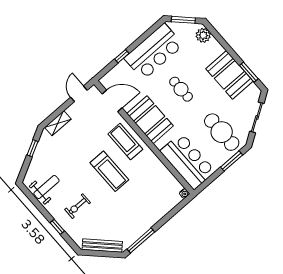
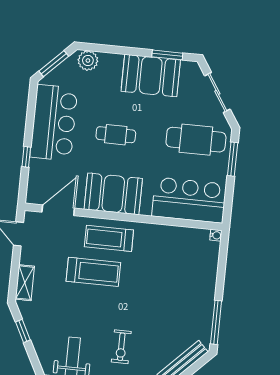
treadmill: (109, 171) -> (93, 272), moved

